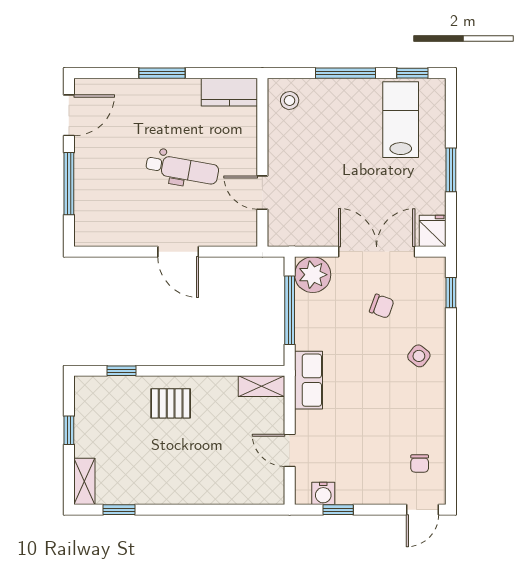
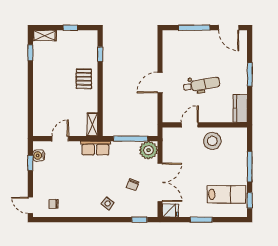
stool: (290, 100) -> (212, 141), moved, width x1.89, depth x1.89
dental chair: (182, 169) -> (202, 85), turned -110

